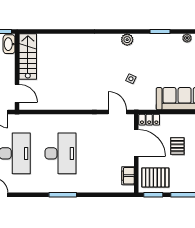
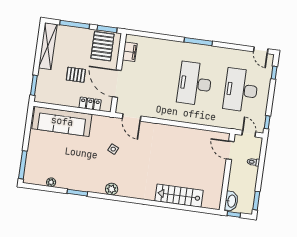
stairs: (28, 57) -> (179, 196), moved, turned 90
locker: (149, 120) -> (90, 104), moved
pallet: (177, 146) -> (76, 75), turned 90
pallet: (155, 177) -> (102, 46), turned 90

